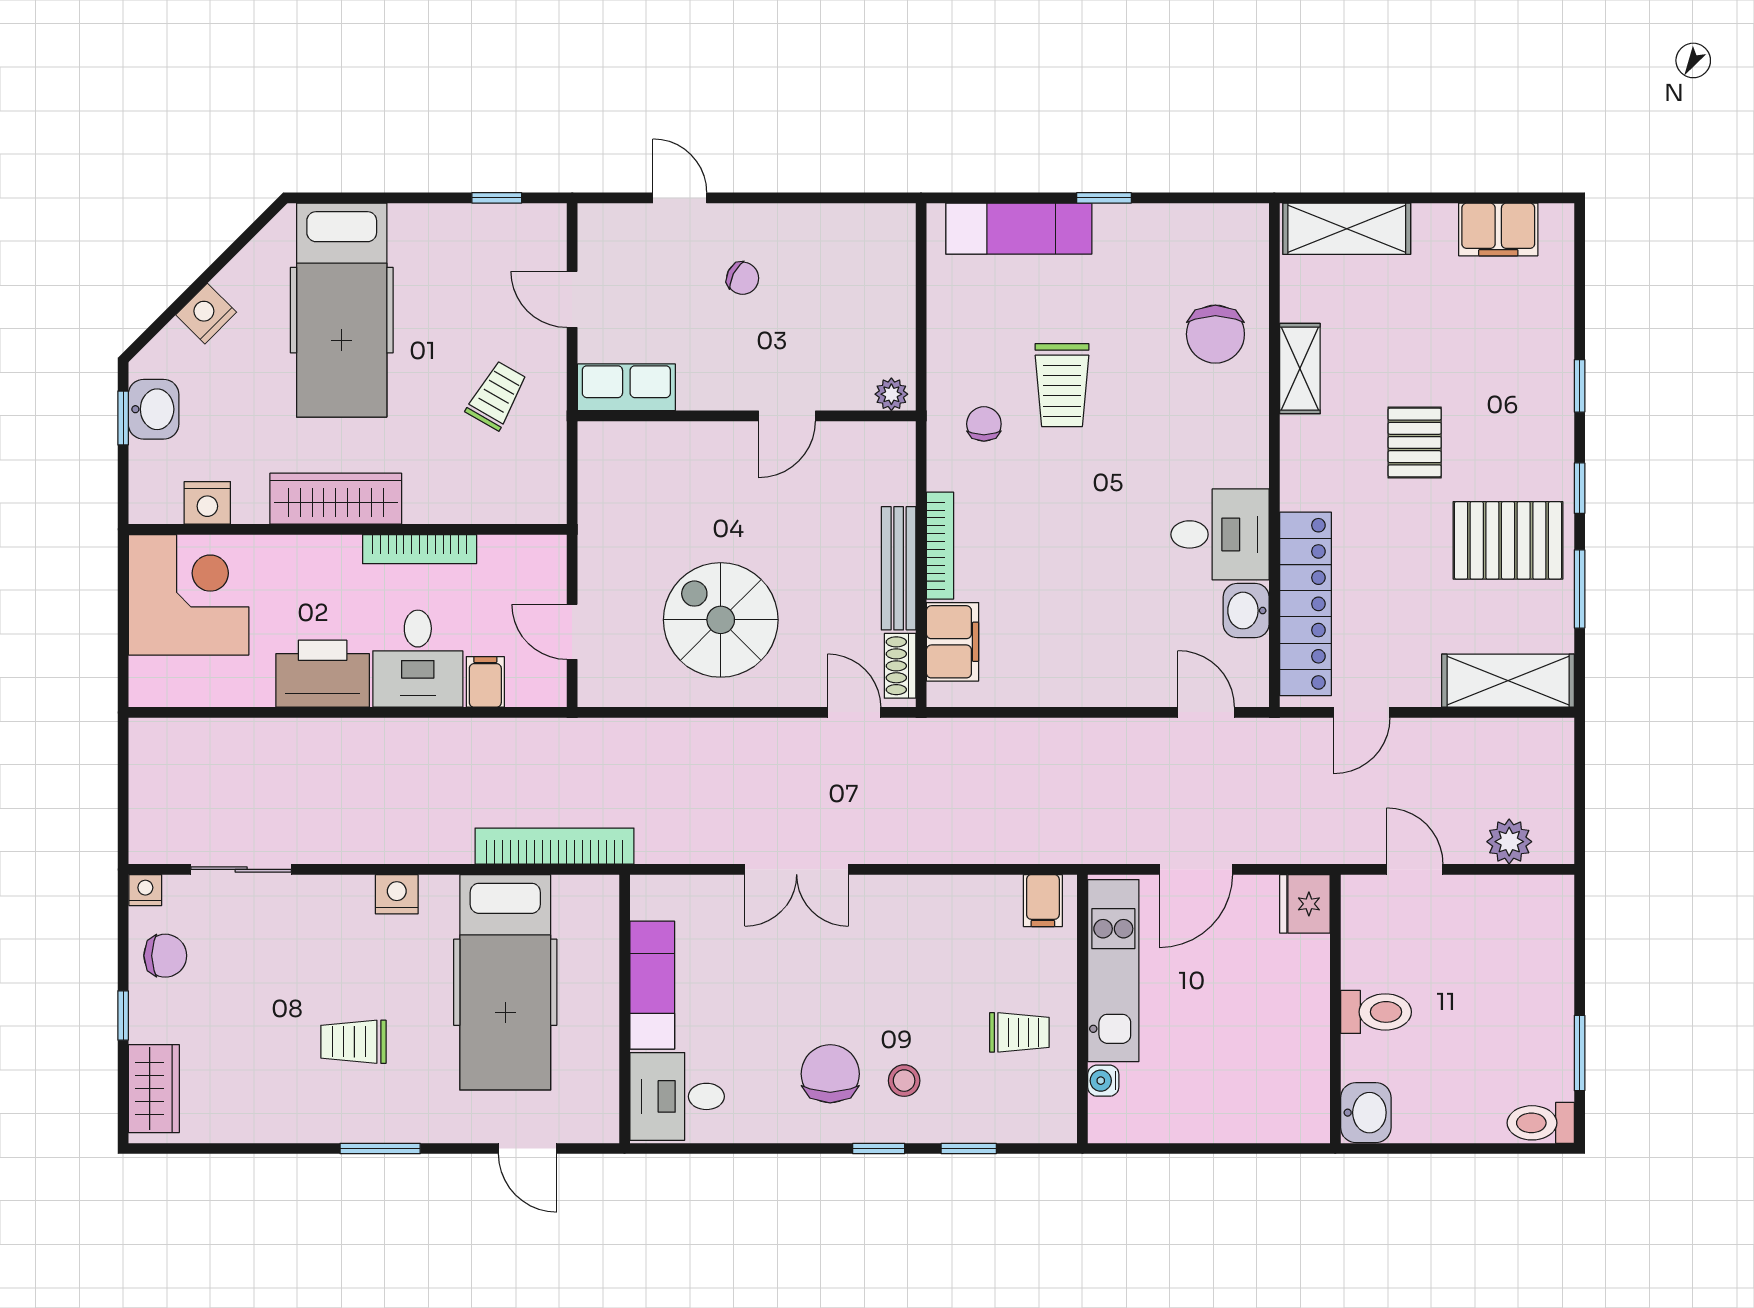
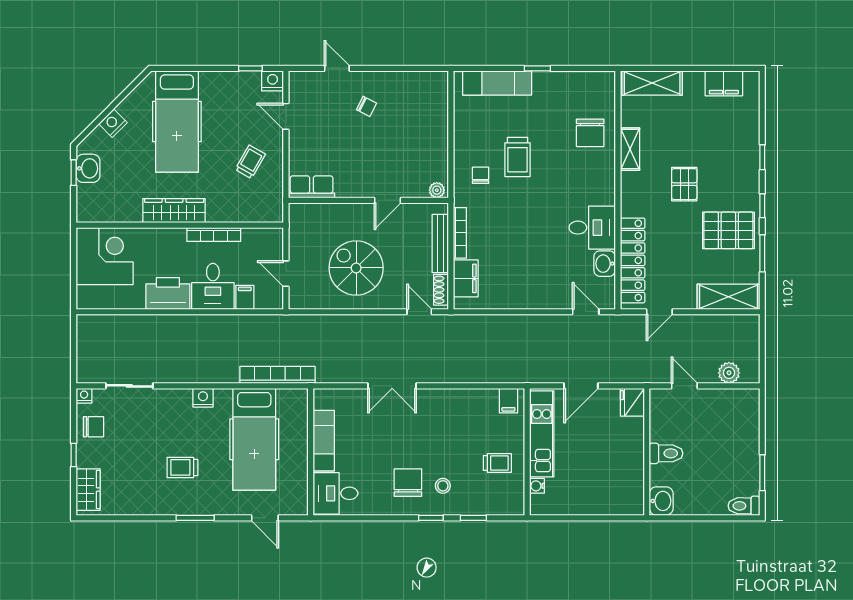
row of seats: (626, 387) -> (312, 187), moved
plant: (891, 394) -> (437, 190), moved
wall: (747, 416) -> (368, 200), moved
door: (787, 416) -> (387, 200), moved
nightstand: (207, 503) -> (273, 81), moved, turned 180

